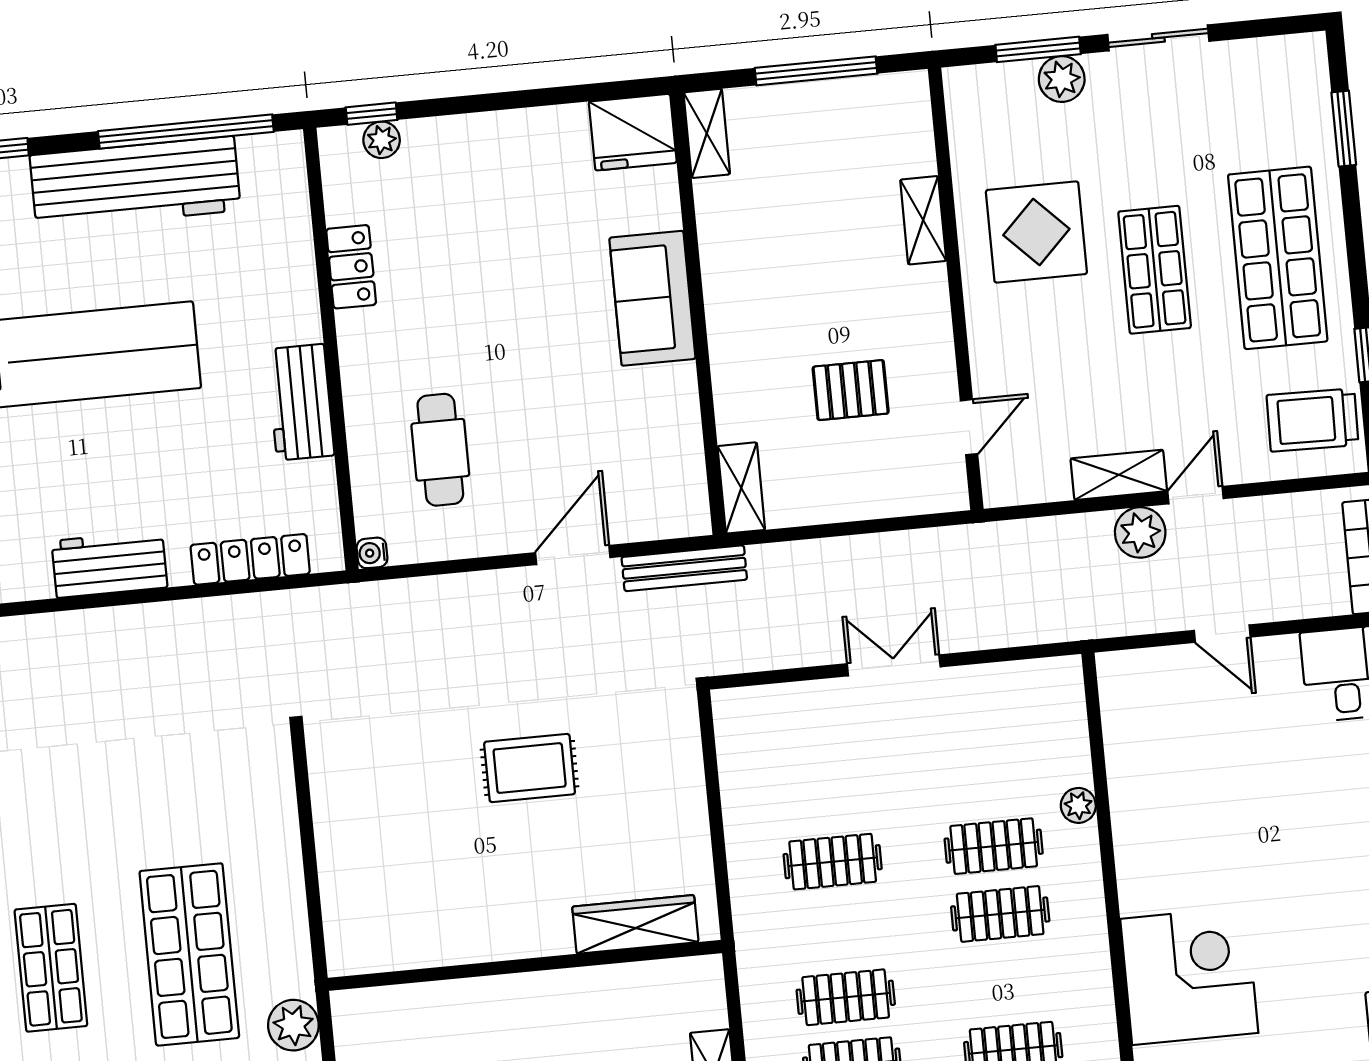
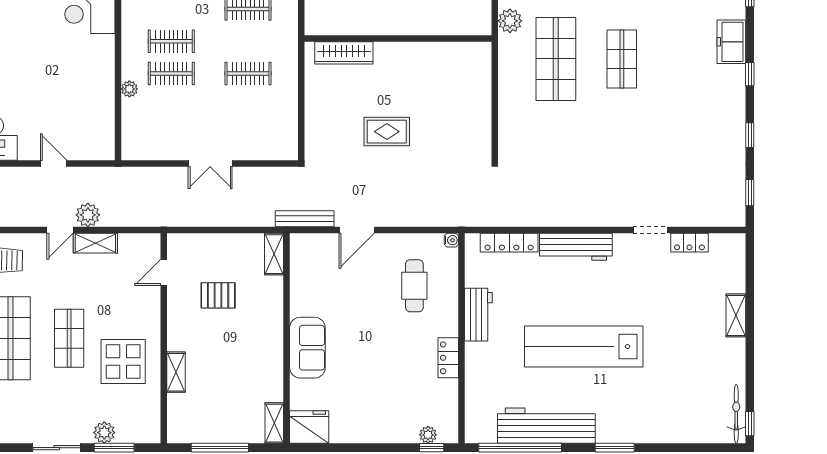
locker: (351, 267) -> (448, 358), moved
workbench: (109, 564) -> (576, 247), width x1.38

